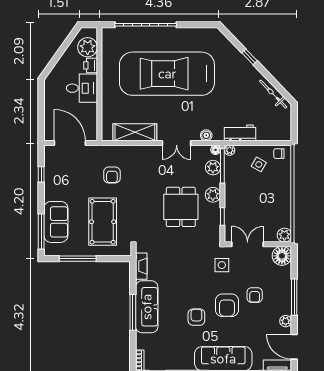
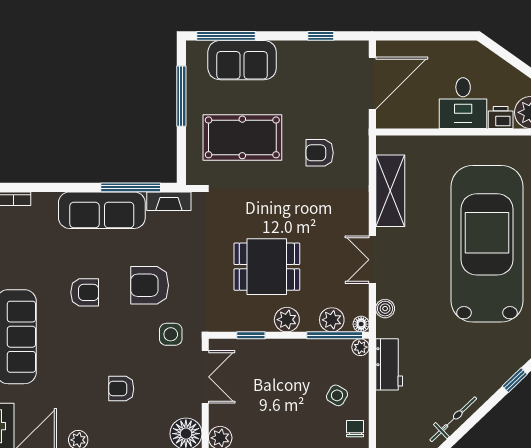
armchair: (227, 305) -> (150, 285), moved
window: (133, 312) -> (131, 187), moved

